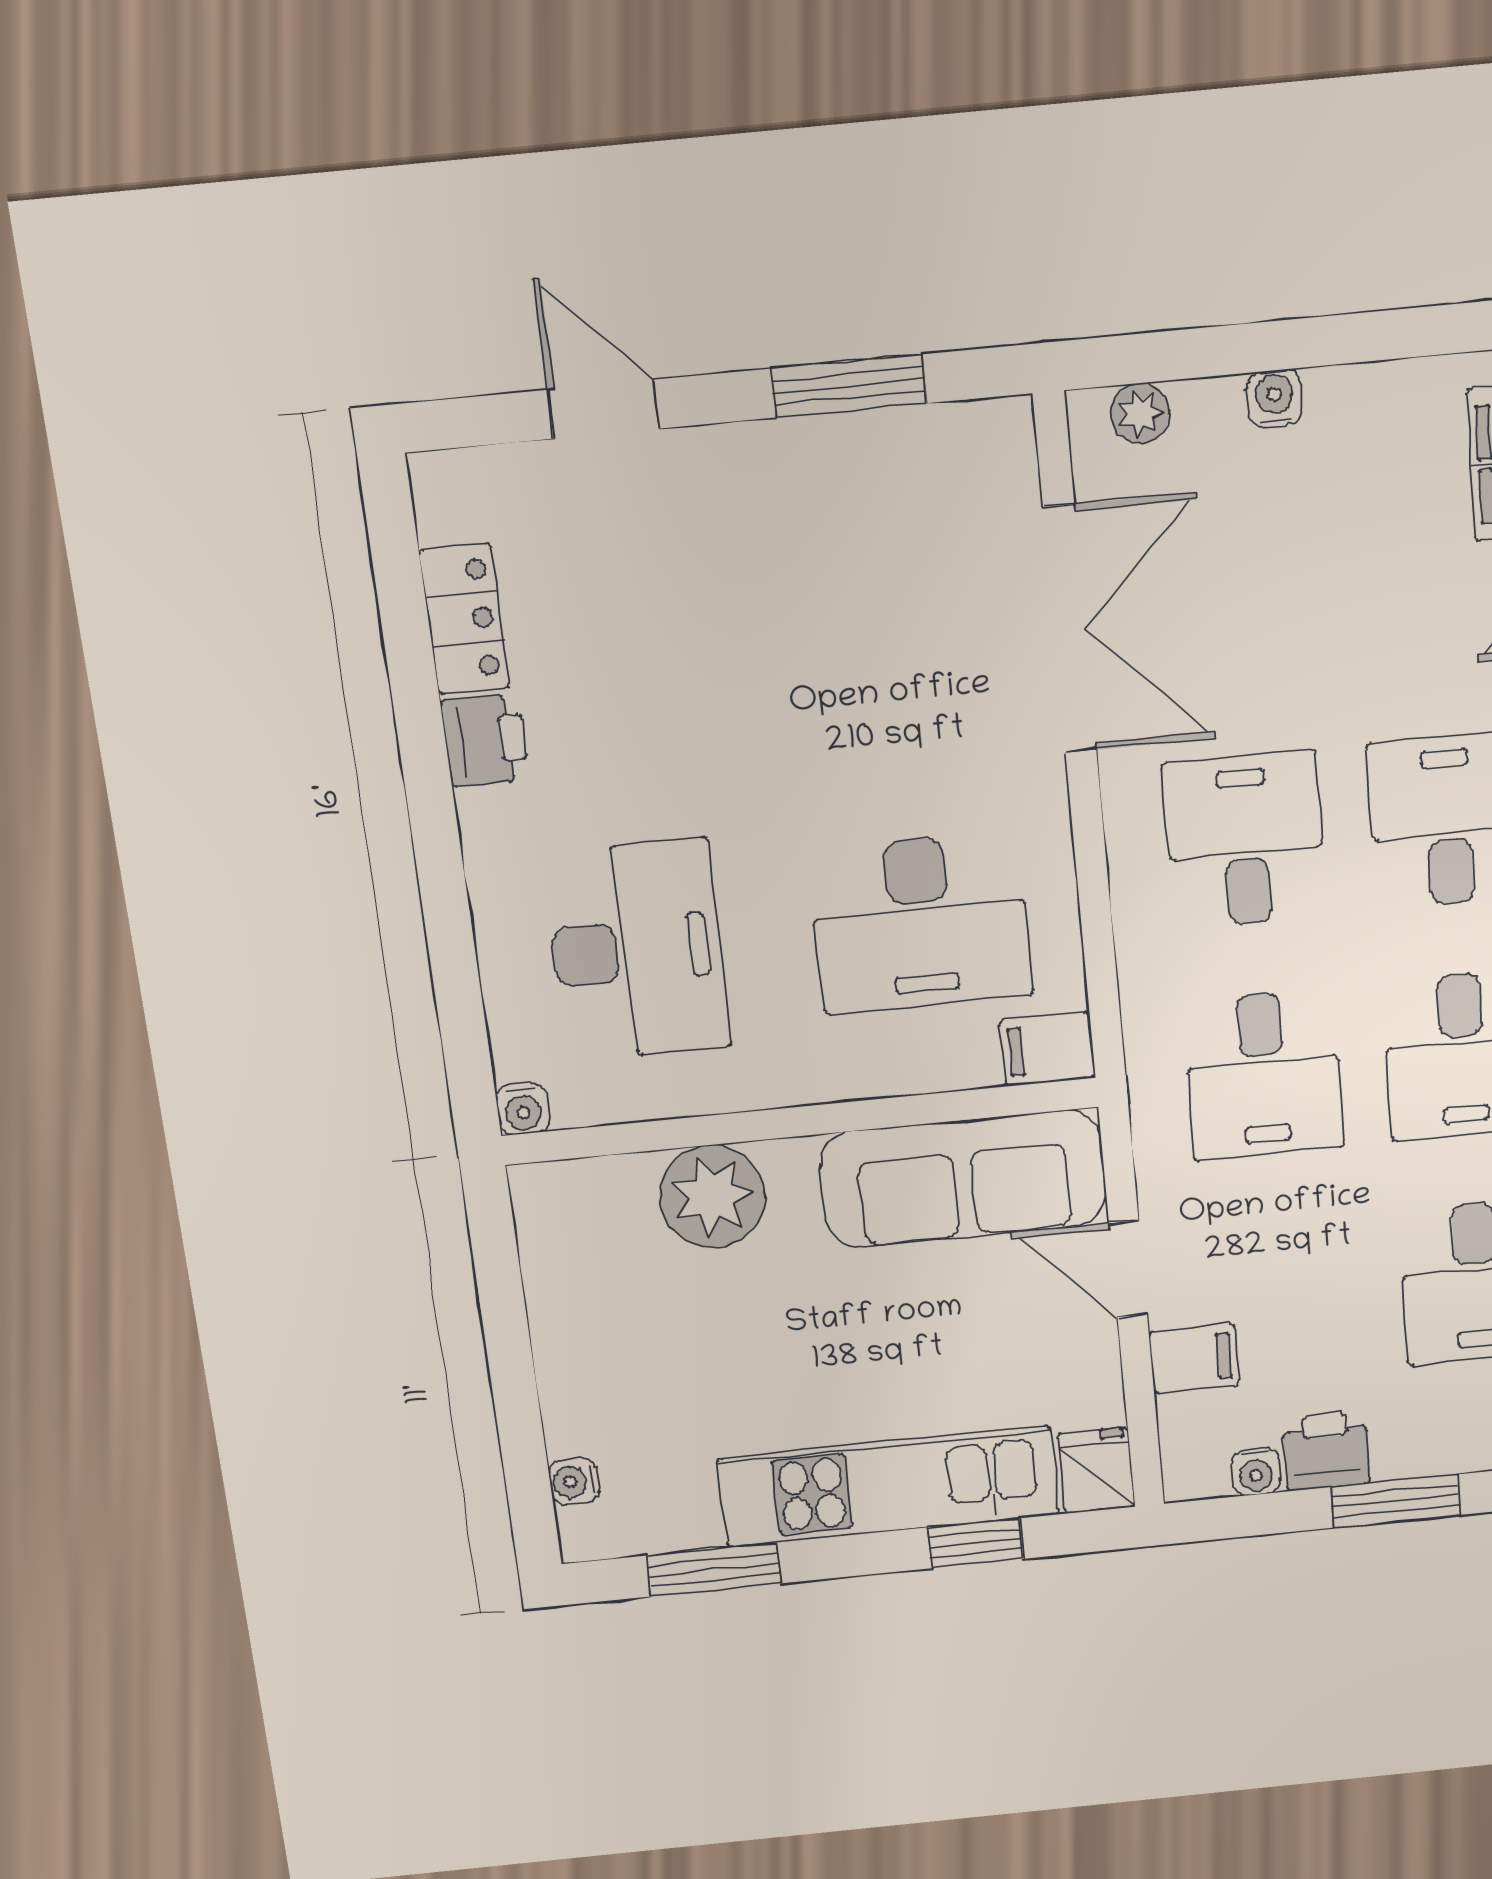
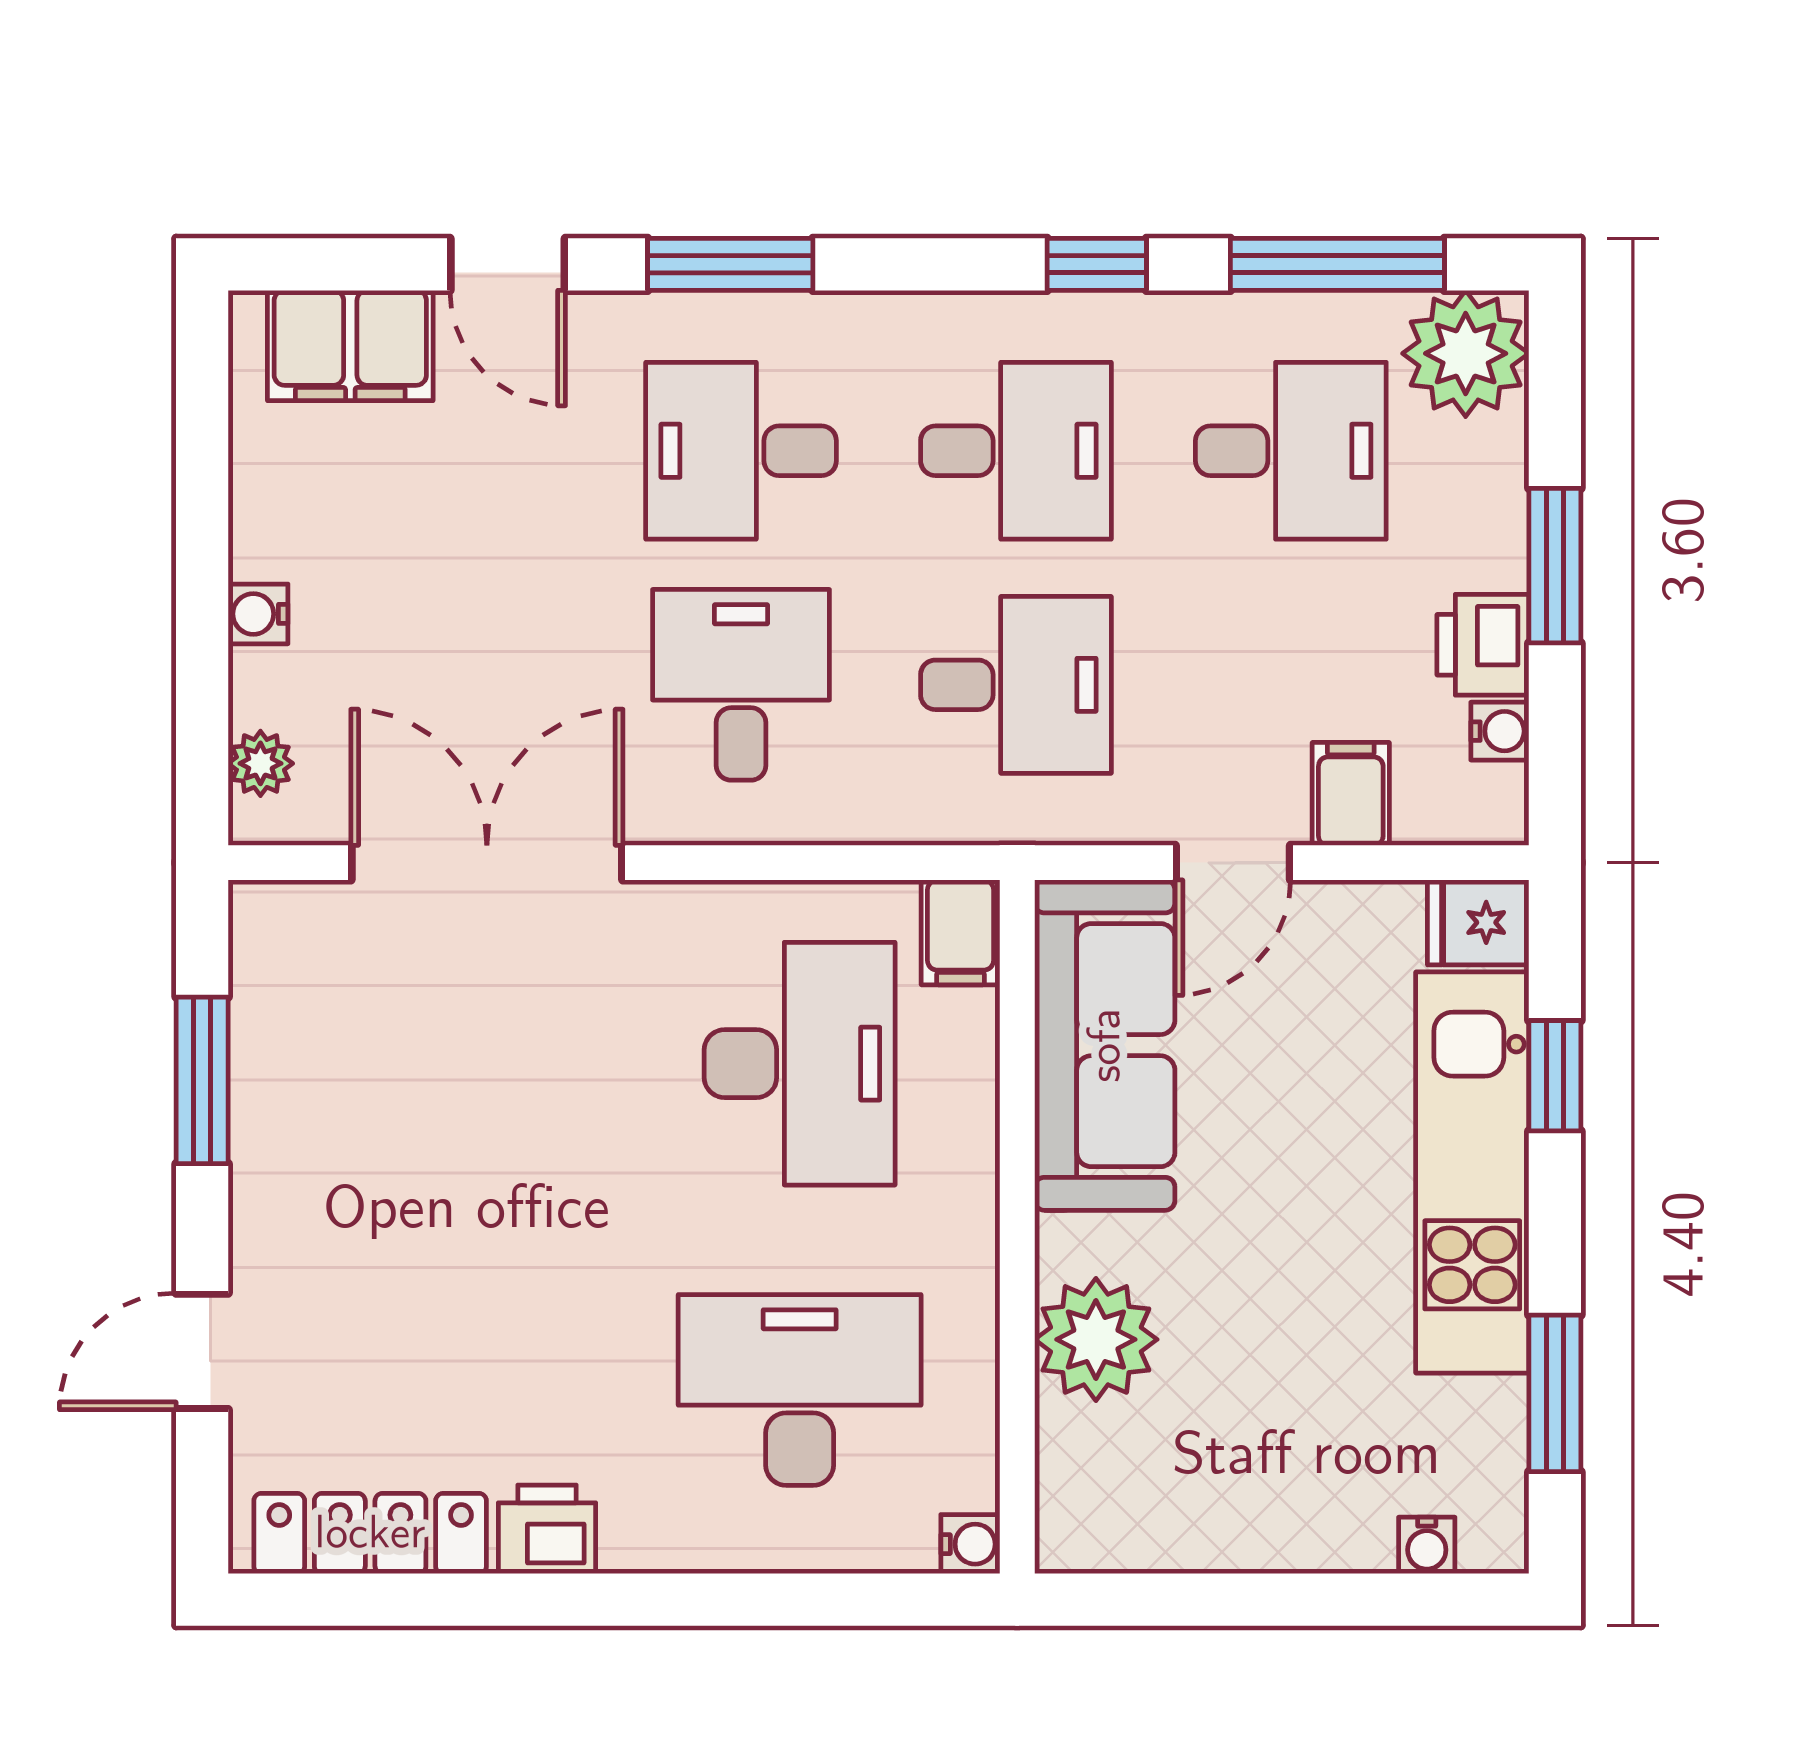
locker: (465, 619) -> (370, 1533), width x1.53
desk: (1245, 840) -> (741, 685), turned 90

